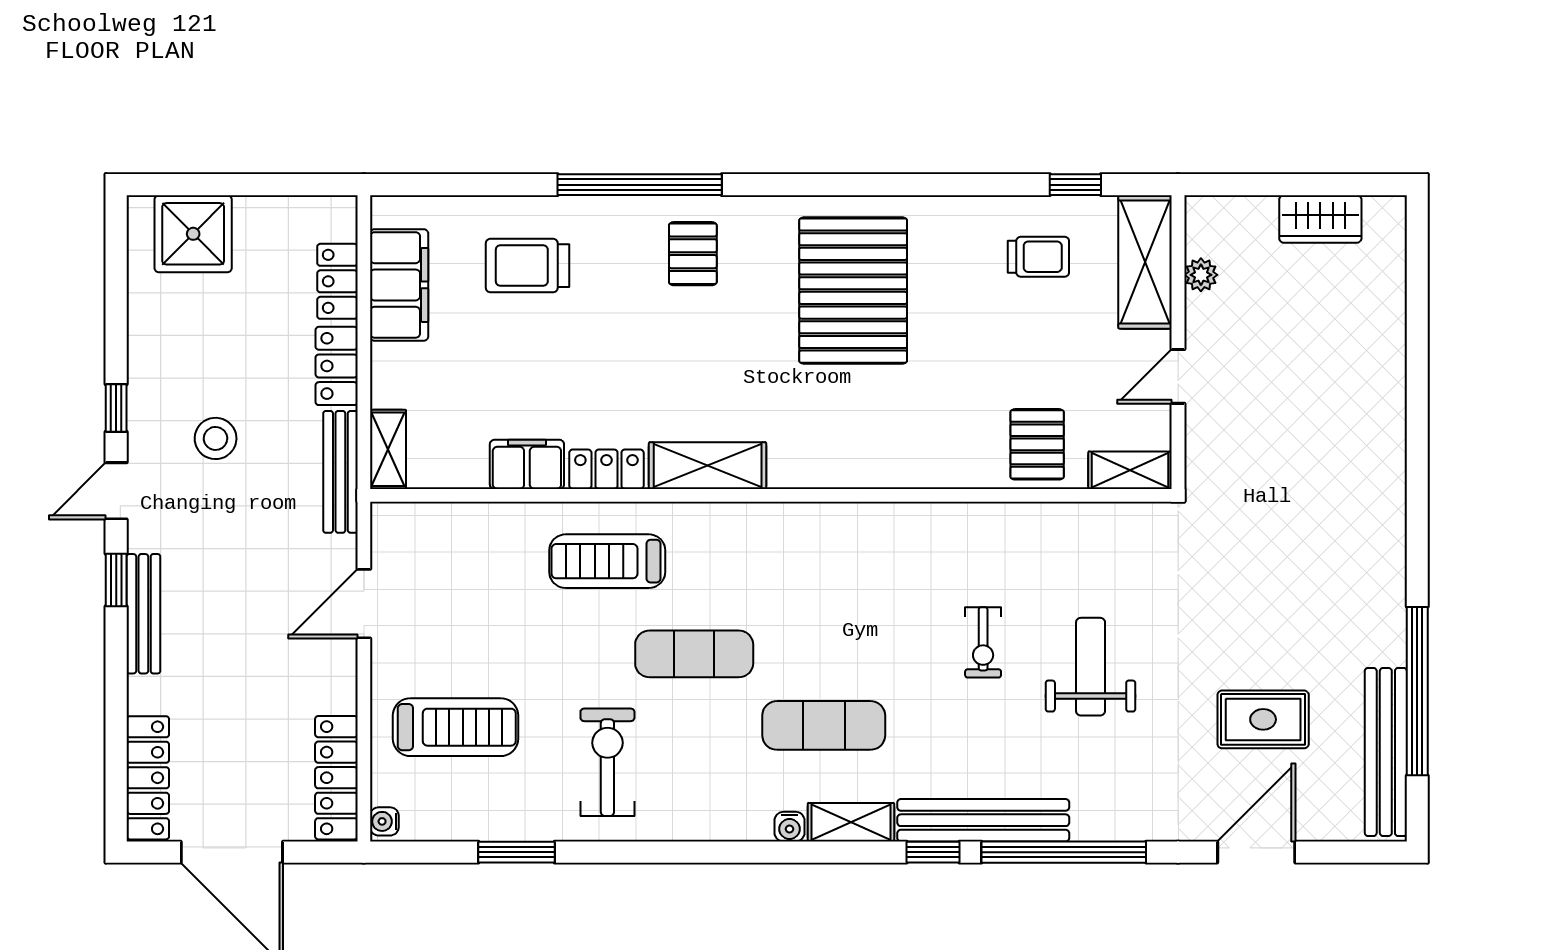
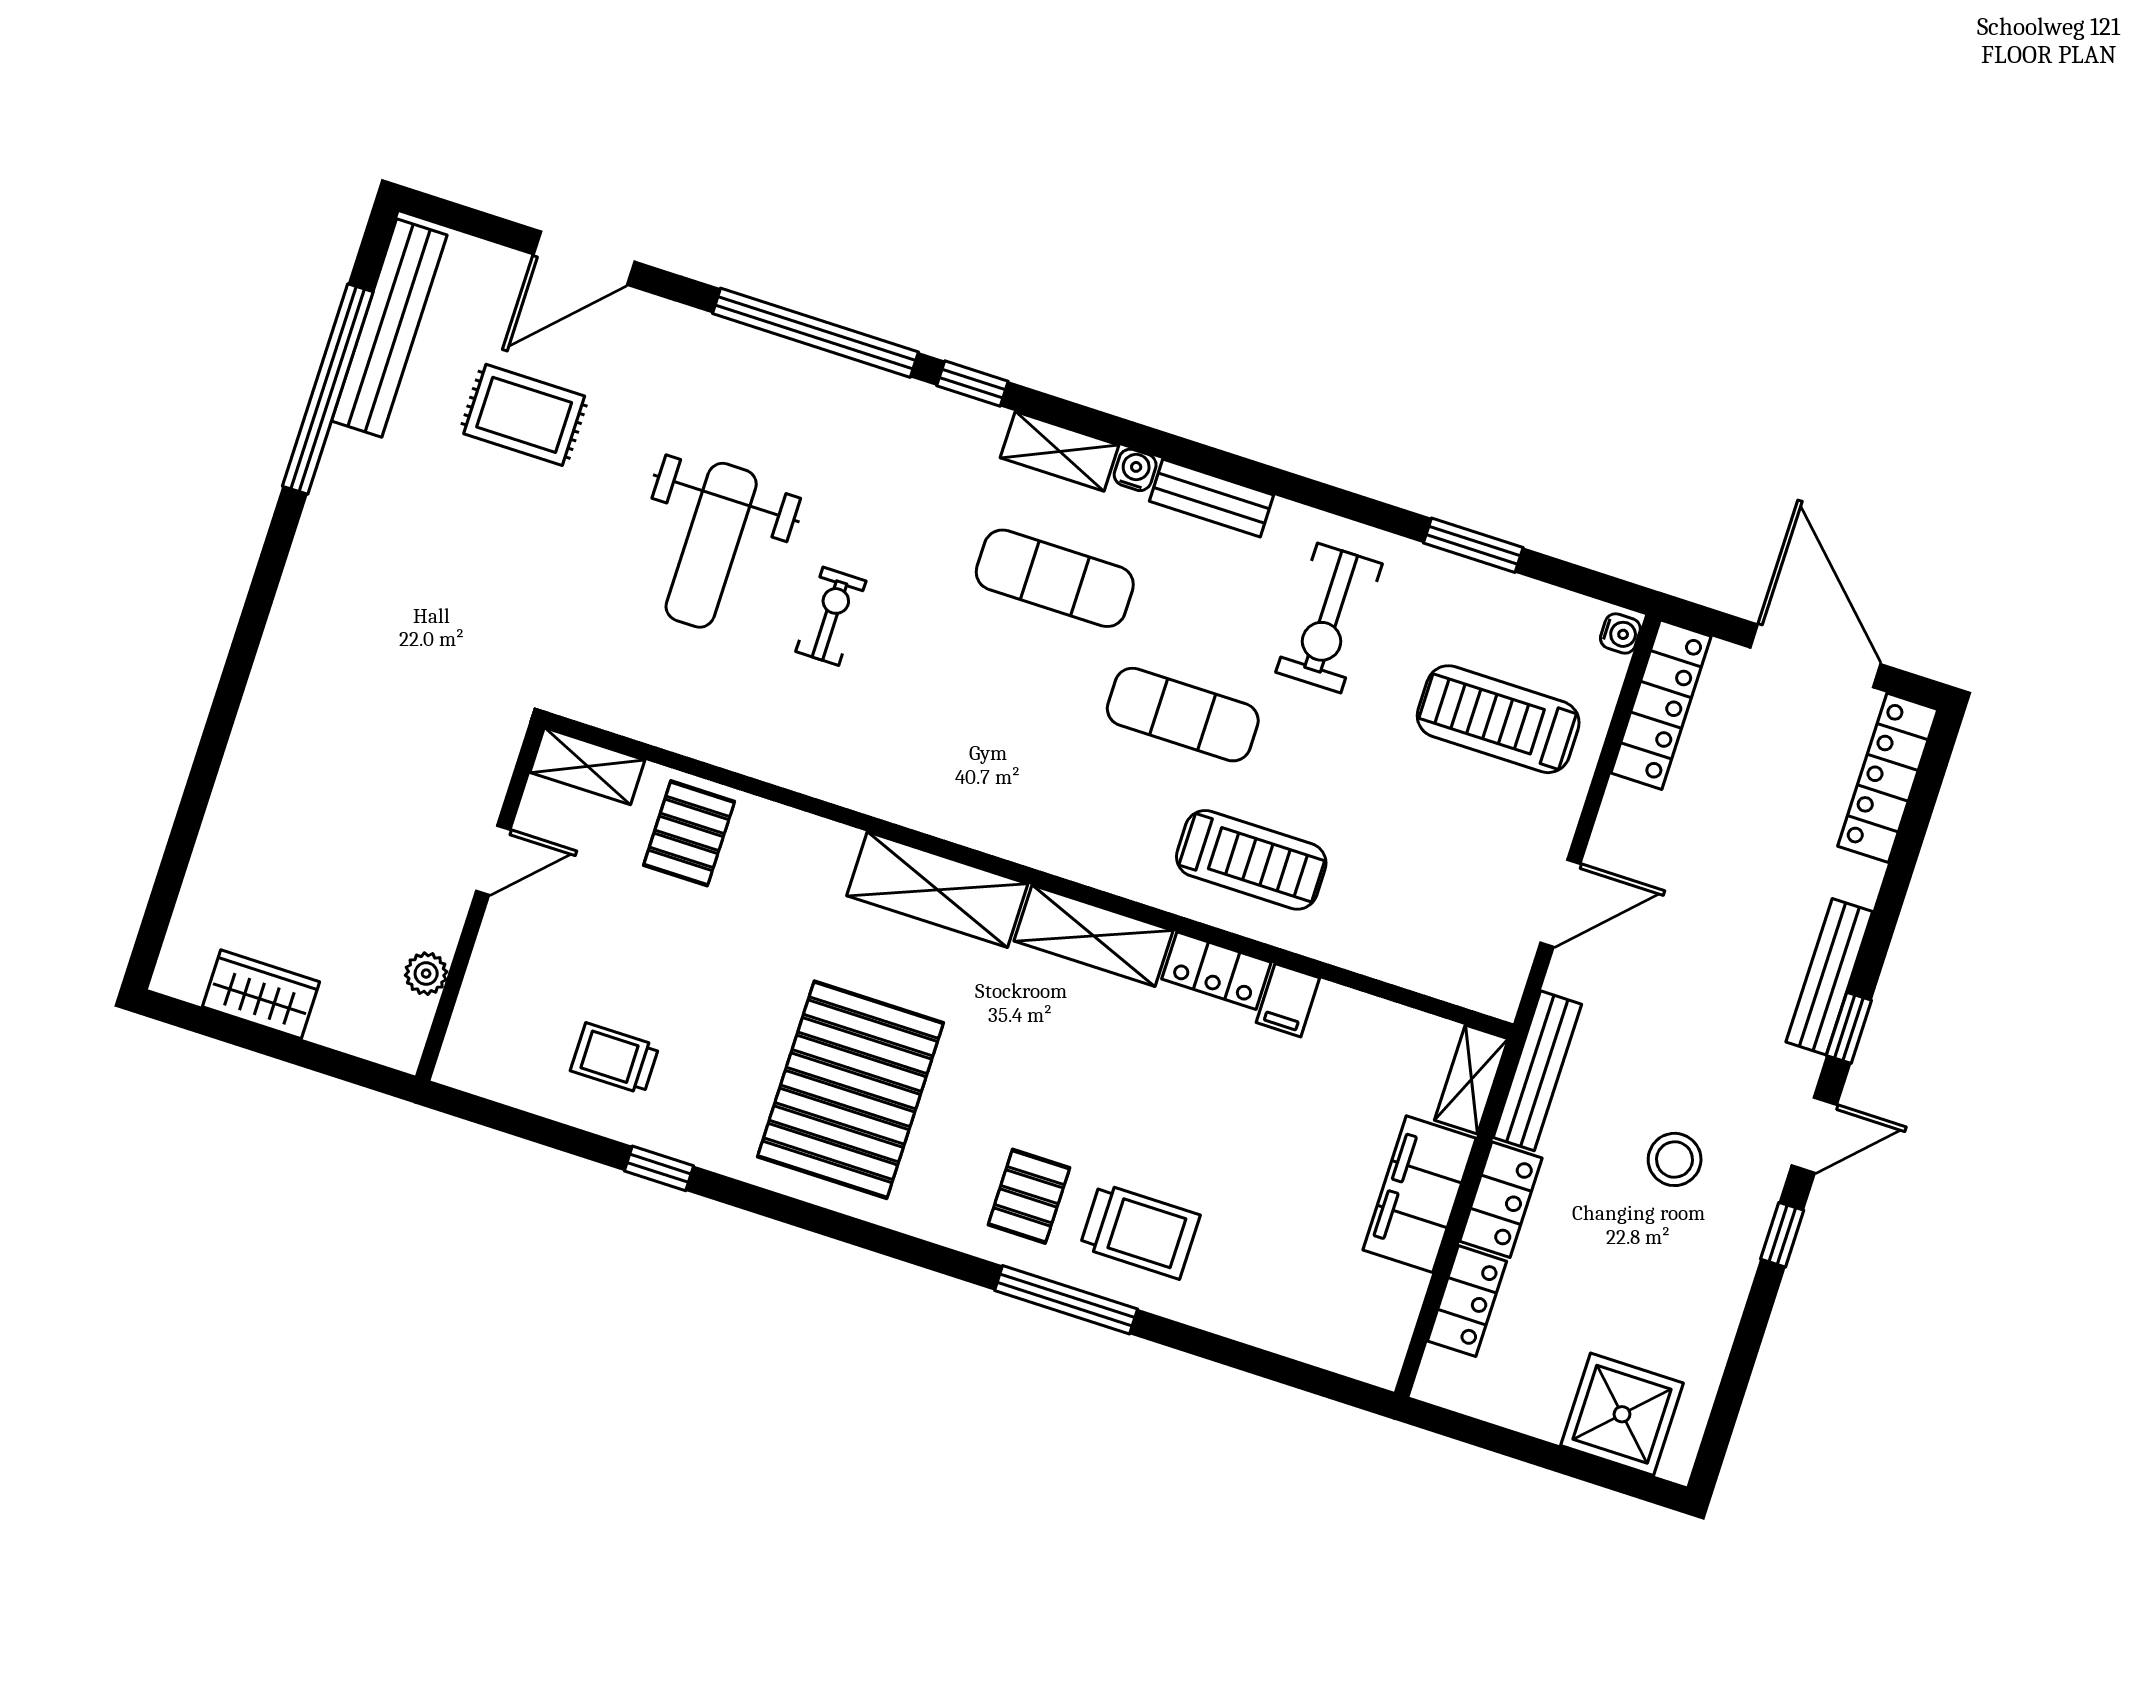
window: (640, 185) -> (1066, 1300), width x0.68
window: (1075, 185) -> (659, 1168), moved
shelving: (1145, 262) -> (937, 890), moved, turned 90
trolley: (528, 266) -> (1140, 1231), moved
filing cabinet: (399, 285) -> (1420, 1194), moved
filing cabinet: (527, 464) -> (1288, 1000), width x0.50
weight bench: (1091, 667) -> (711, 545), width x1.36, depth x1.33
bench: (983, 820) -> (1211, 498), moved, width x0.54, depth x0.82

